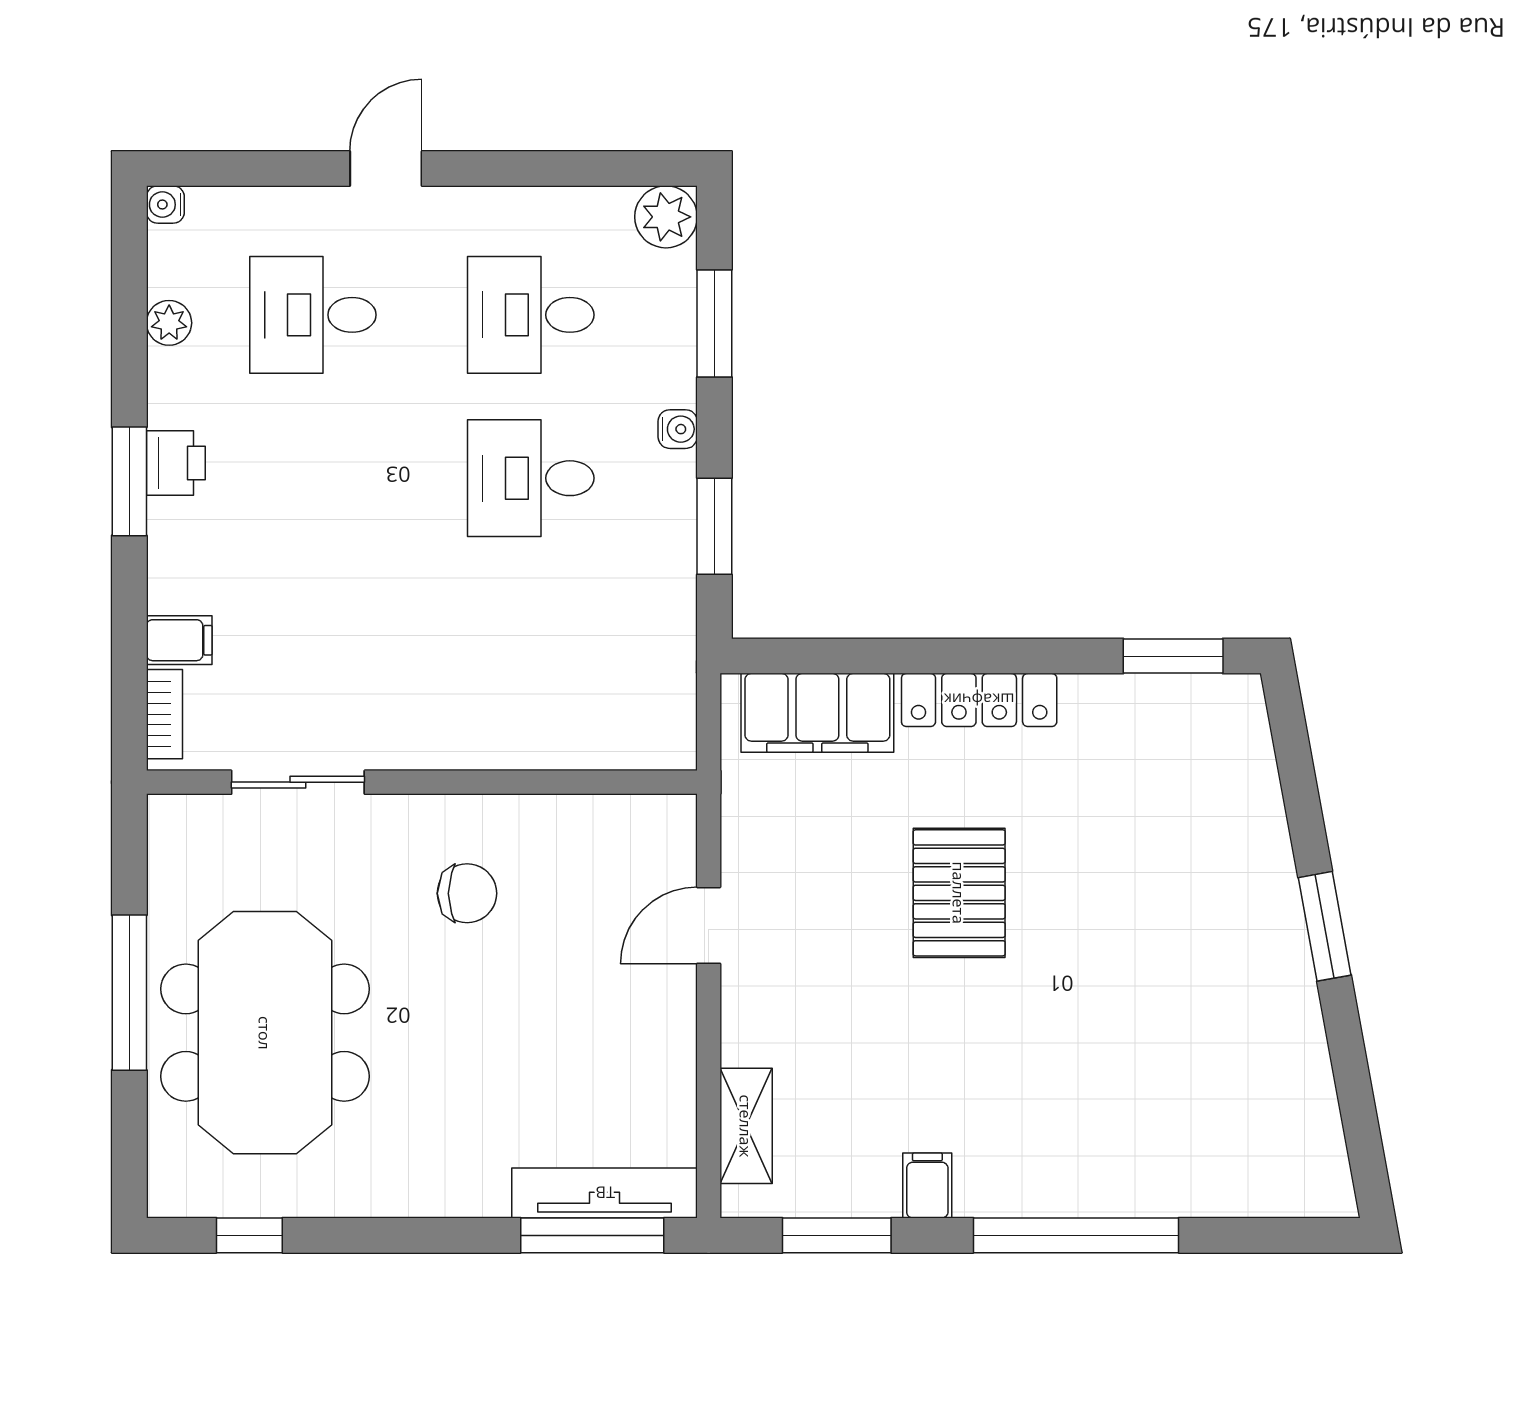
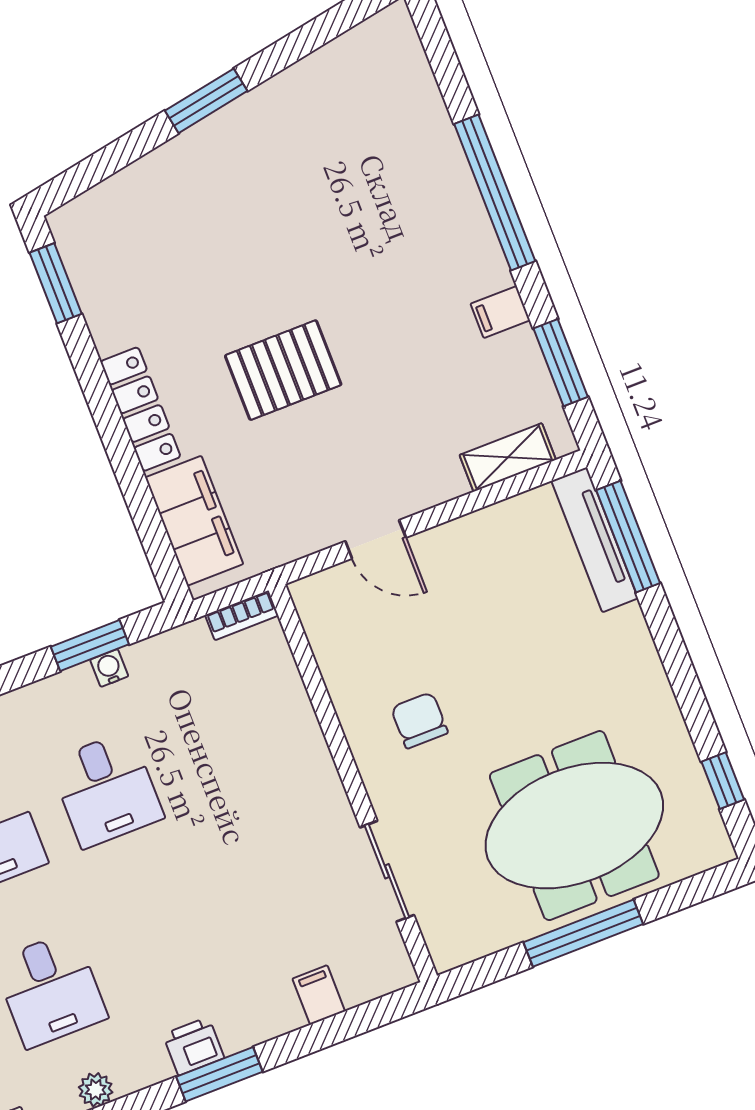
water cooler: (678, 429) -> (109, 668), moved
bookcase: (164, 714) -> (242, 615), moved, turned 180

